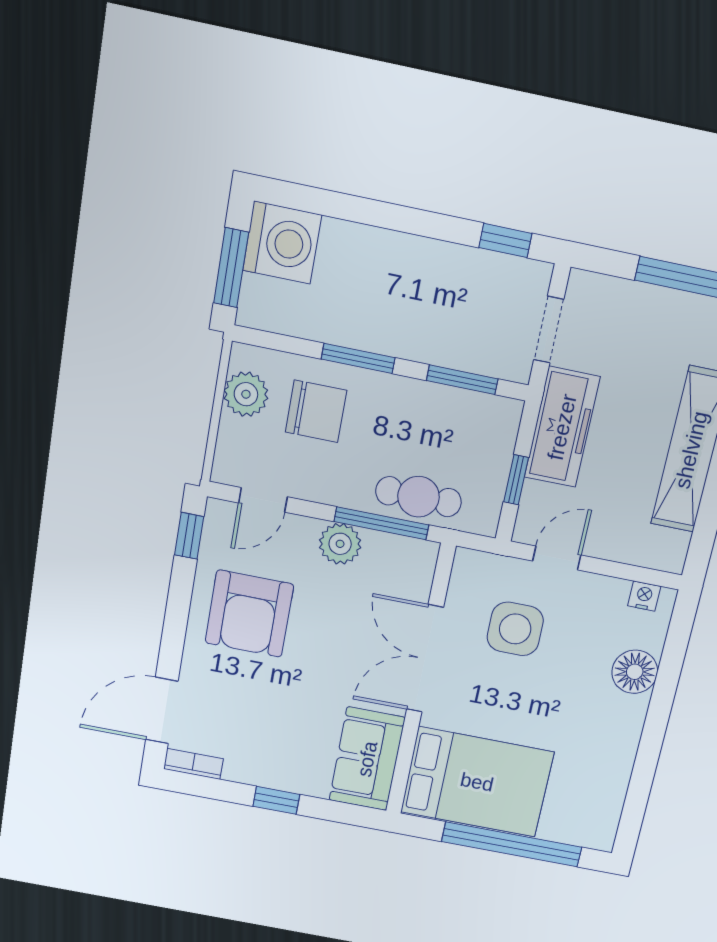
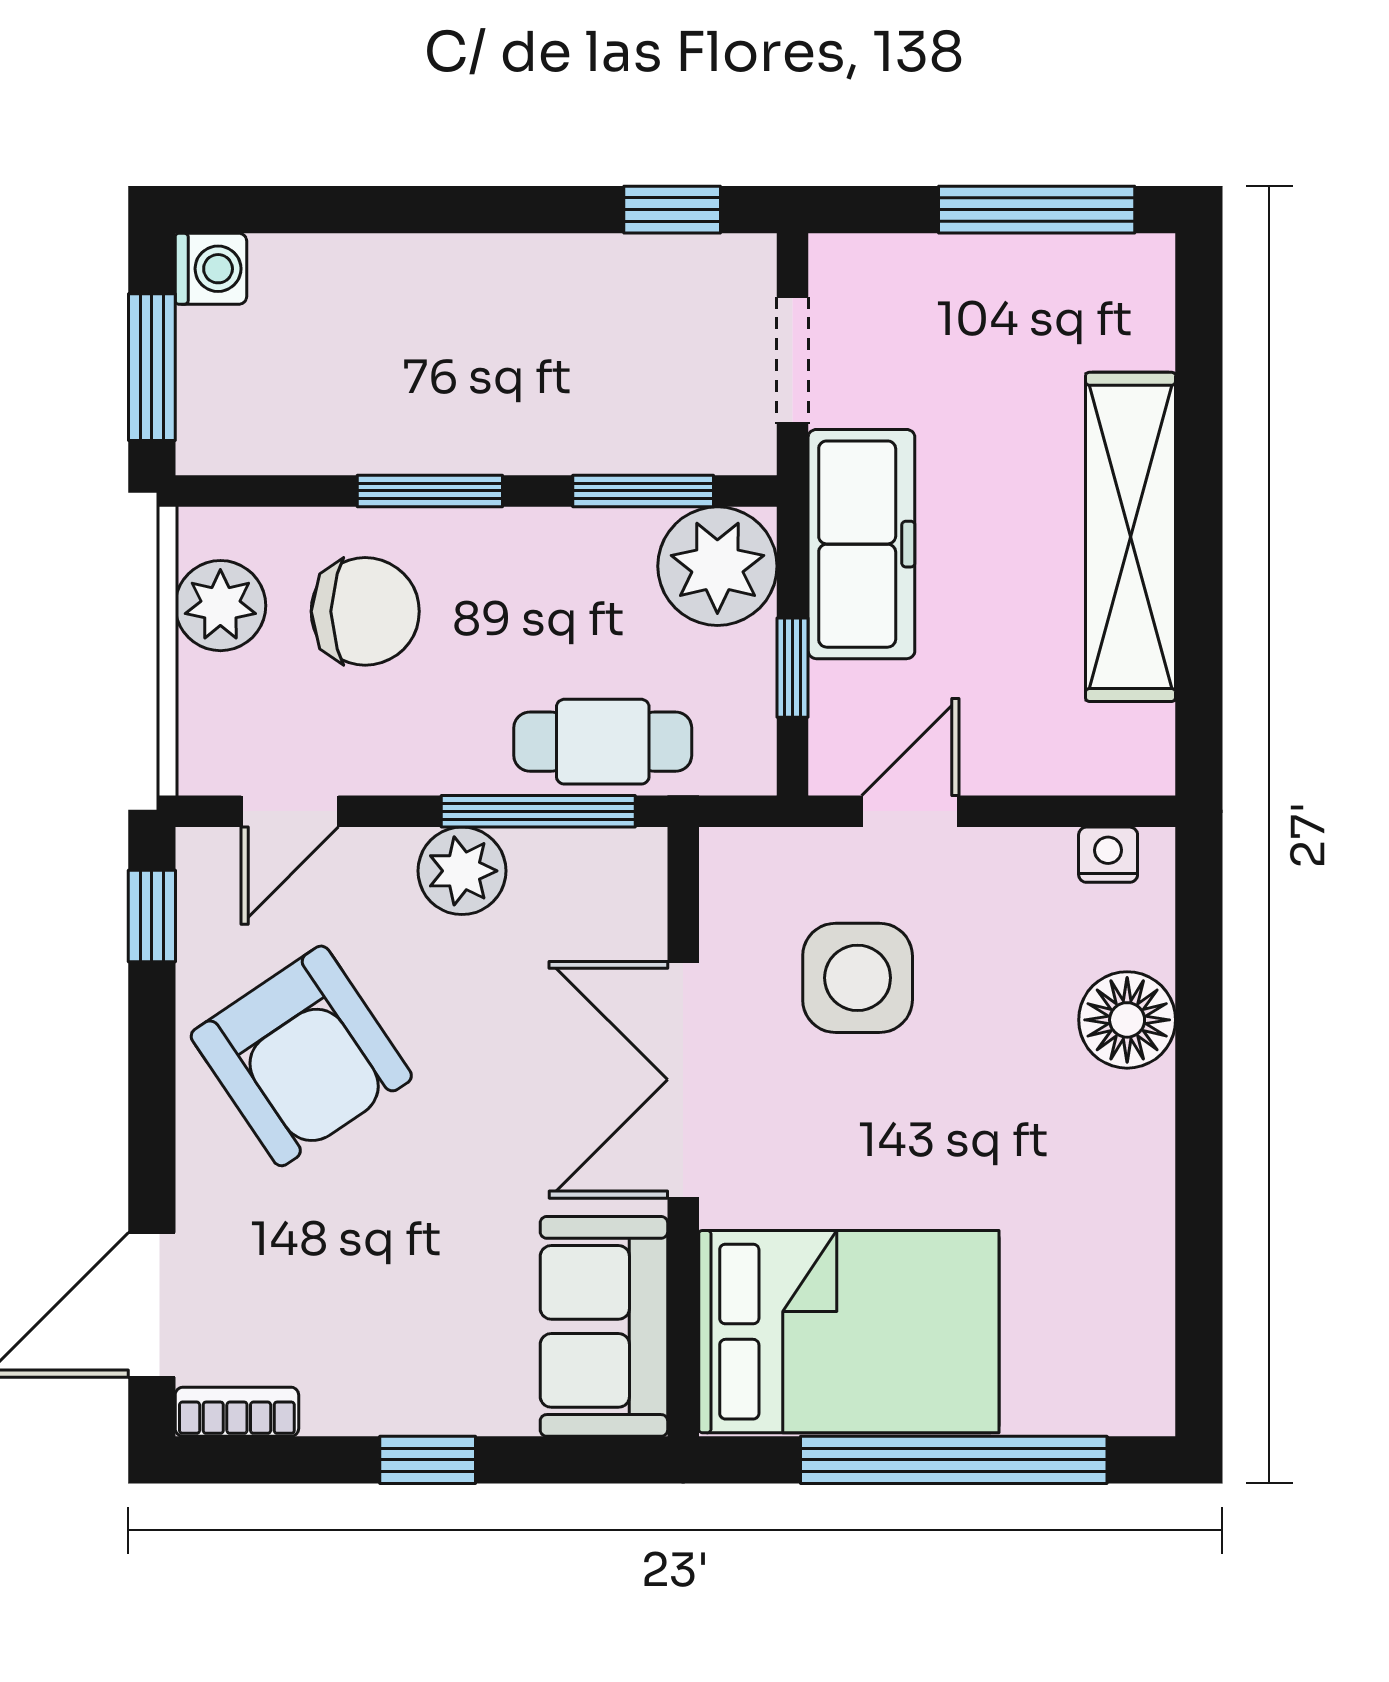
washing machine: (282, 243) -> (211, 269), width x0.53, depth x0.53
plant: (491, 424) -> (717, 566), added
armchair: (249, 614) -> (301, 1056), turned -34

